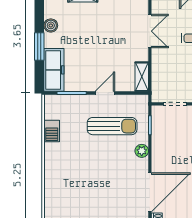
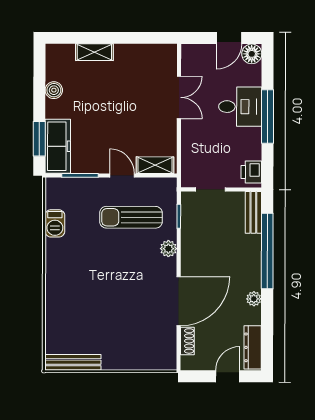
window: (39, 47) -> (39, 139), moved
shelving: (142, 77) -> (155, 165), moved, turned 90
door: (105, 93) -> (122, 175), hinge flipped
sun lounger: (112, 126) -> (131, 217), turned 180

